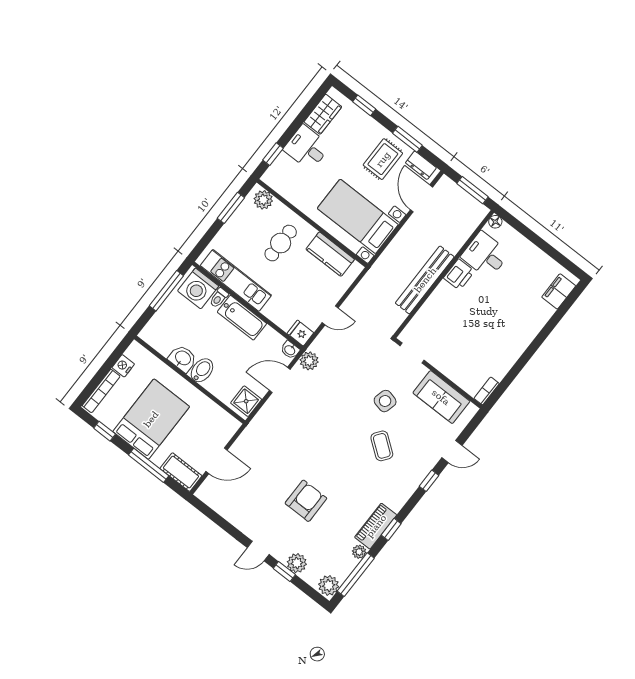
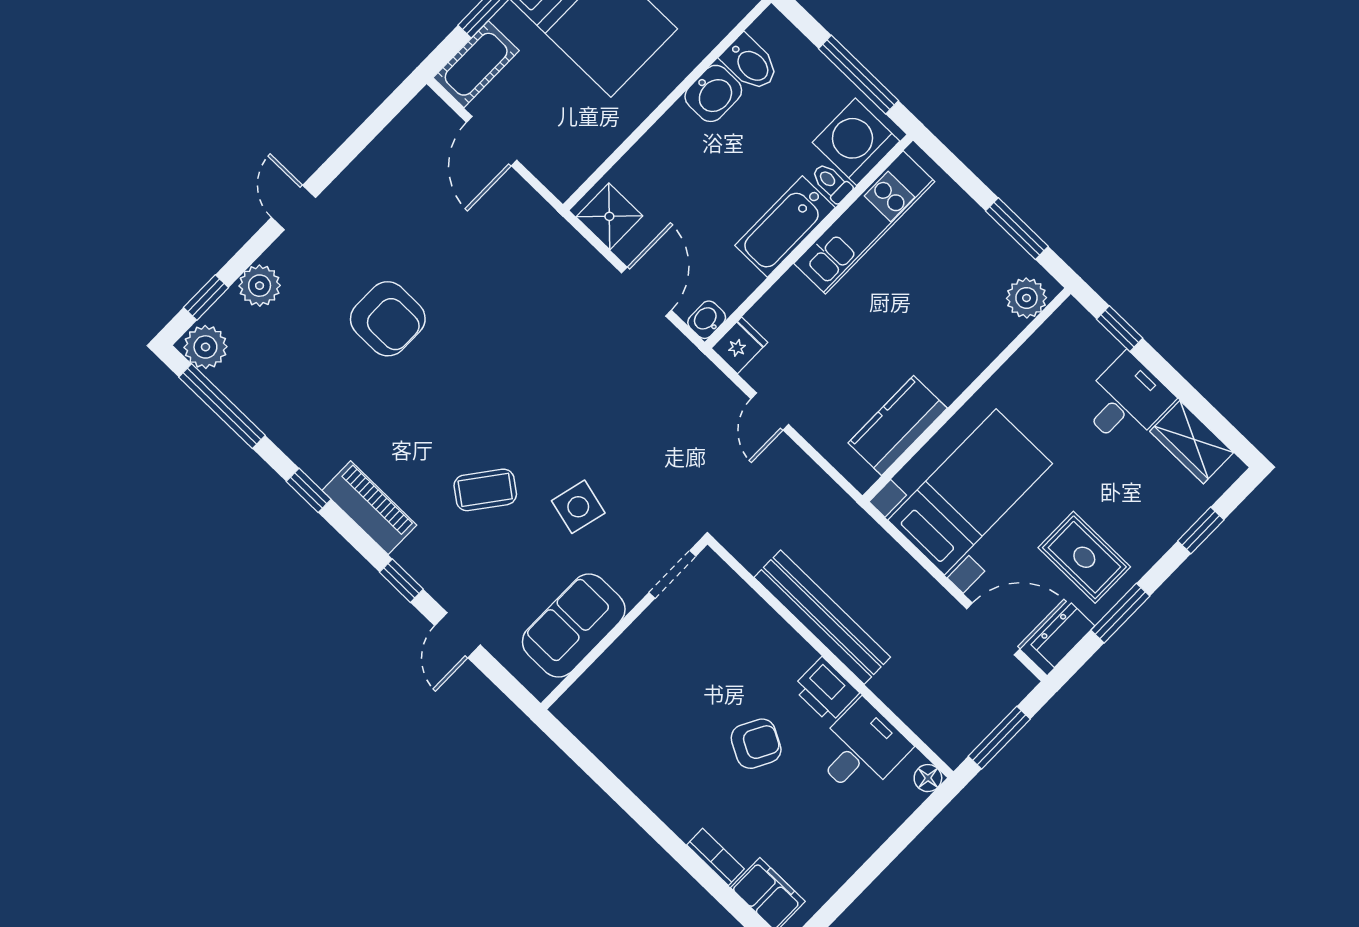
cafe table: (281, 243) -> (932, 324), removed
armchair: (488, 305) -> (756, 744), added
plant: (309, 361) -> (679, 357), removed
bidet: (202, 370) -> (750, 63), moved
bookcase: (487, 391) -> (716, 857), moved
piano: (376, 526) -> (369, 508), moved
plant: (359, 552) -> (269, 418), removed
window: (284, 571) -> (206, 297), moved

